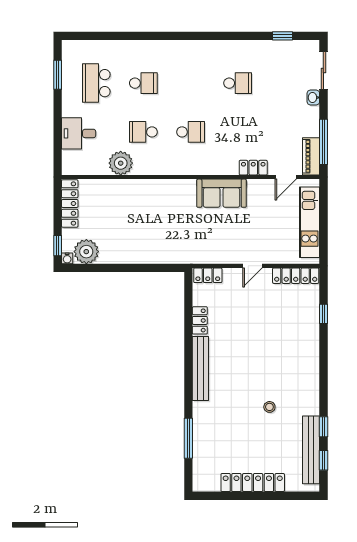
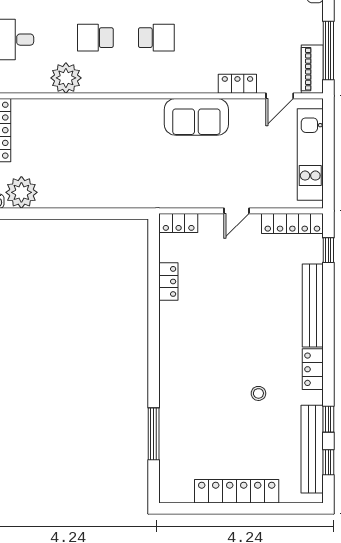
window: (323, 314) -> (328, 250), moved
bench: (200, 368) -> (313, 305), moved
locker: (311, 388) -> (313, 369), added

